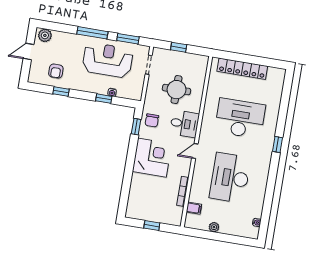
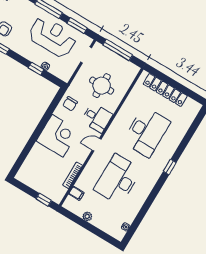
window: (179, 47) -> (118, 50), width x2.17
desk: (240, 118) -> (146, 132), turned 90
window: (136, 127) -> (54, 104), removed
window: (152, 226) -> (44, 200), moved

